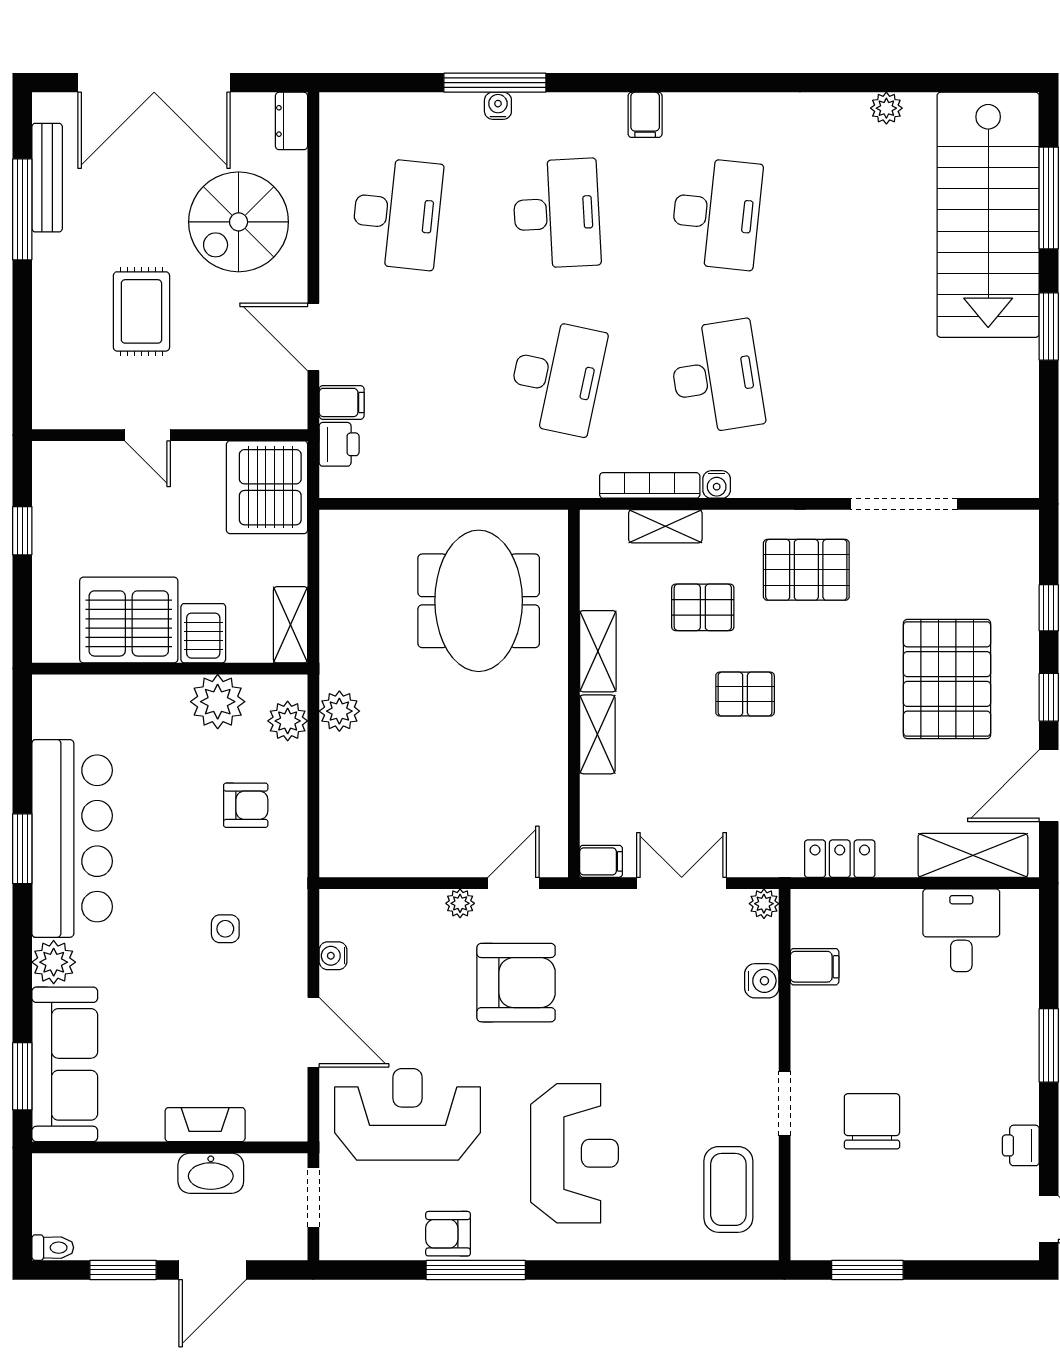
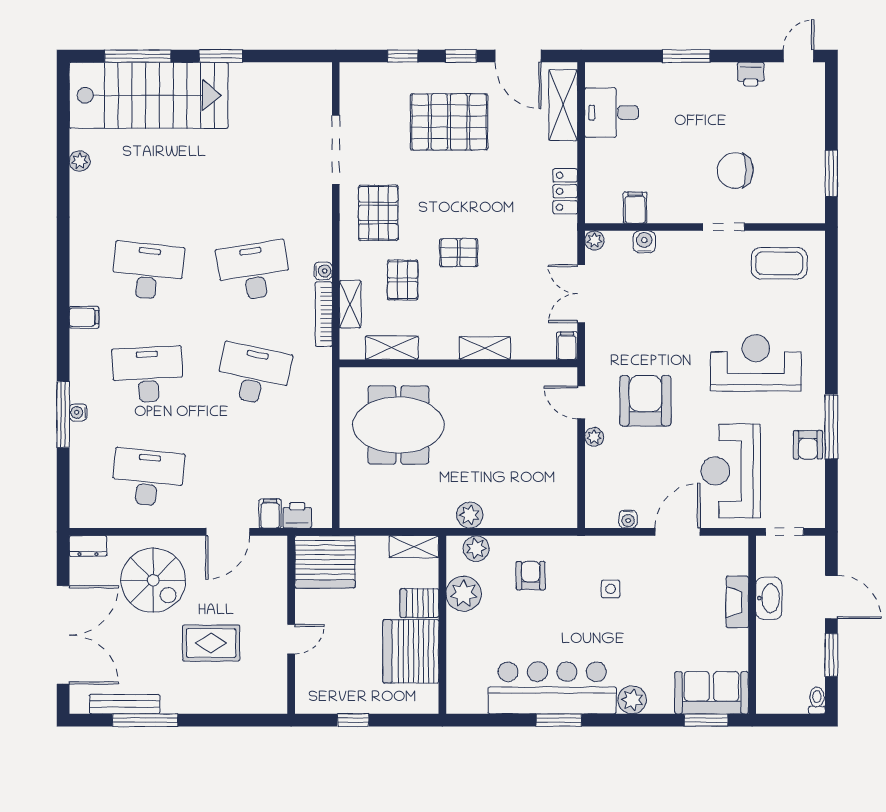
shelving: (598, 651) -> (392, 348), moved
pallet: (745, 694) -> (459, 253), turned 90
sofa: (65, 1064) -> (712, 693), width x0.73

